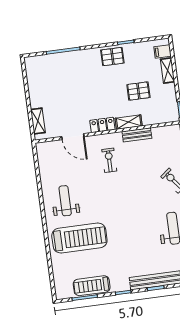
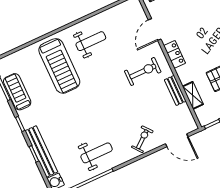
shelving: (129, 122) -> (193, 95), moved
exercise bike: (109, 160) -> (143, 71), width x1.38, depth x1.39

